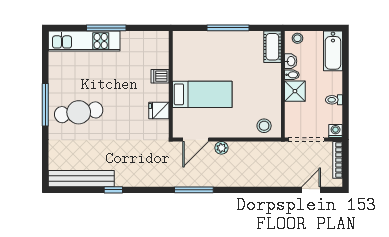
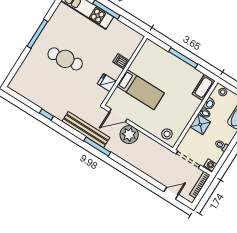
cafe table: (79, 112) -> (65, 59), moved
plant: (221, 148) -> (129, 135), width x1.87, depth x1.87
bench: (81, 179) -> (86, 130), moved

